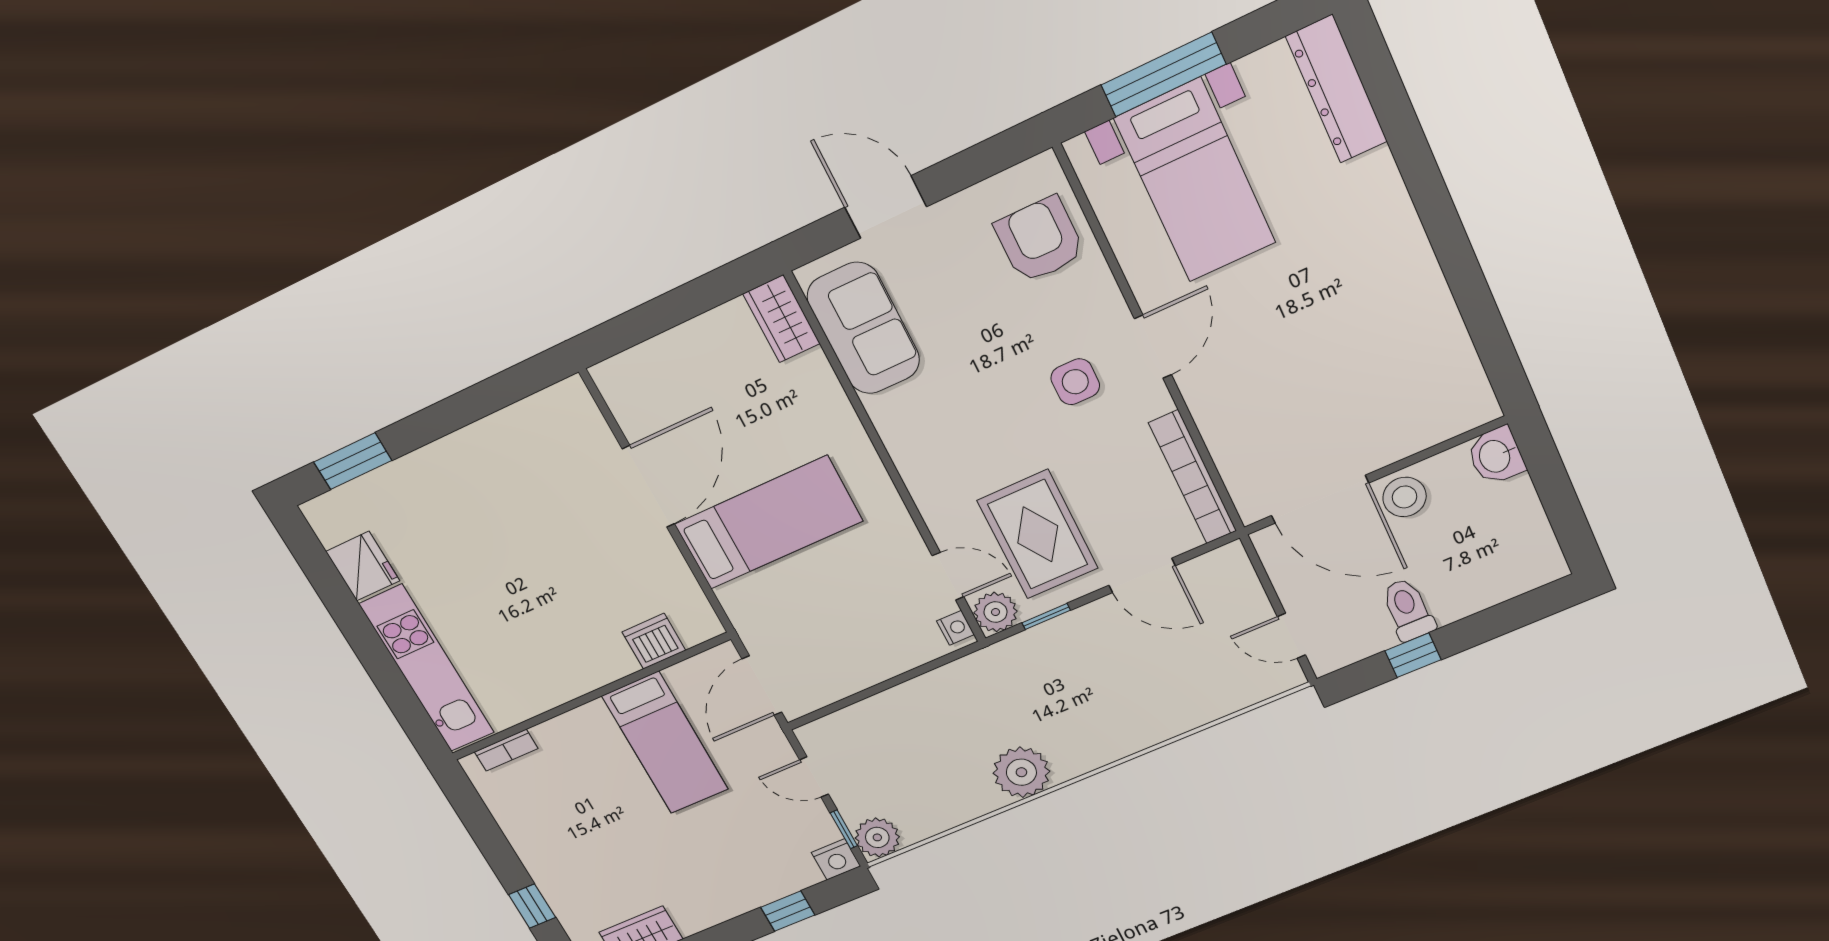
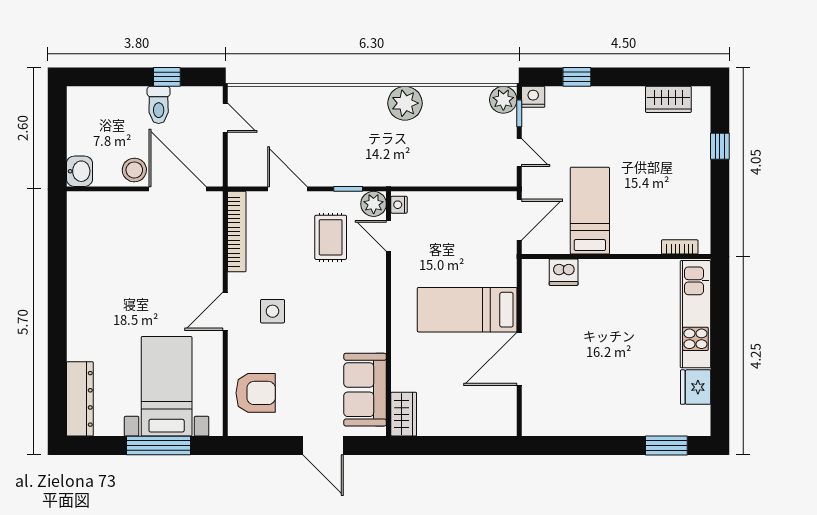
armchair: (1040, 240) -> (256, 393), turned -90
rug: (1038, 534) -> (331, 237), width x0.73, depth x0.70

